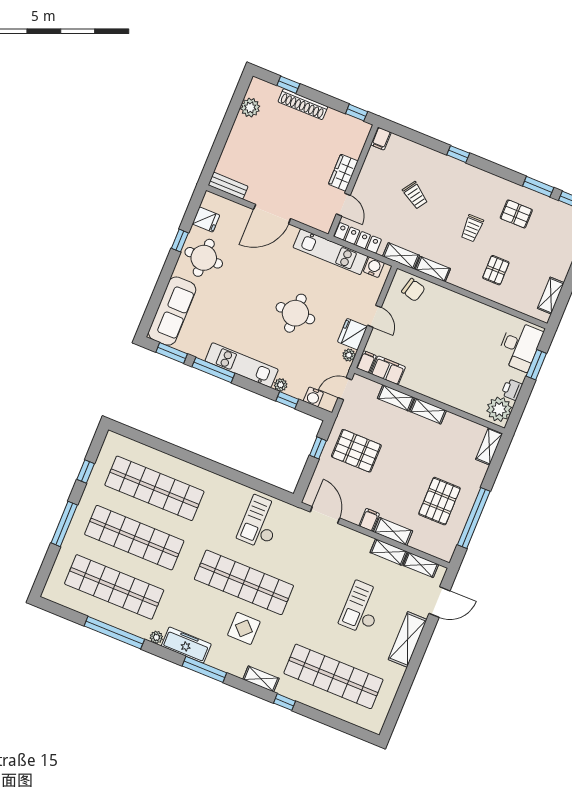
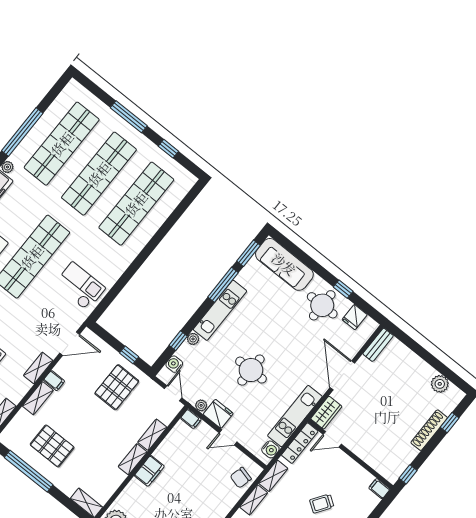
wardrobe: (343, 173) -> (326, 413), moved, turned 90
filing cabinet: (388, 370) -> (149, 471), moved
shelving: (389, 552) -> (38, 368), moved

